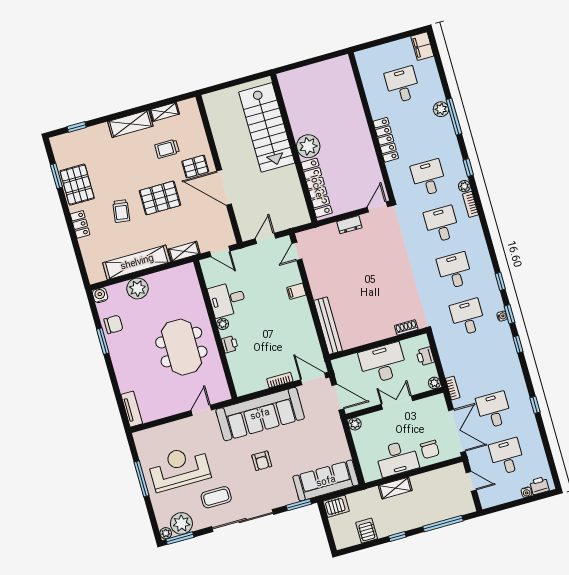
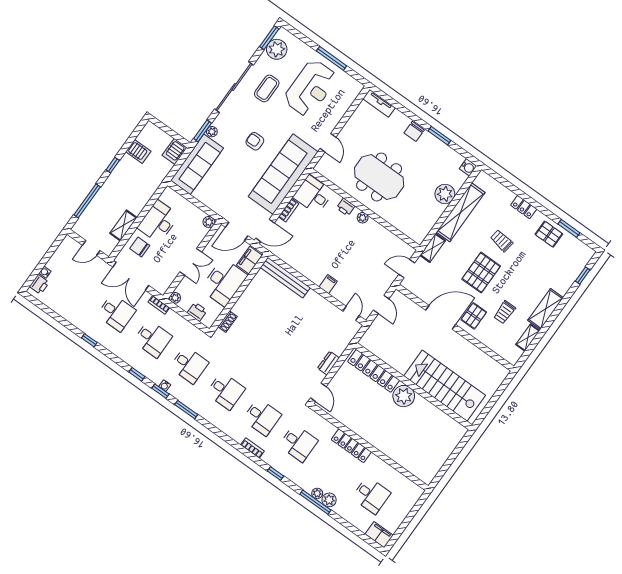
trolley: (167, 149) -> (505, 312), turned 180
pallet: (77, 185) -> (549, 234), width x0.67, depth x0.71
plant: (464, 186) -> (317, 493), moved
window: (500, 281) -> (186, 410), width x1.50
desk: (227, 299) -> (313, 195), moved, turned -90
chair: (113, 324) -> (414, 131), moved
filing cabinet: (346, 365) -> (249, 260), added
desk: (507, 456) -> (153, 339), moved
shelving: (395, 488) -> (123, 225), moved
plant: (166, 533) -> (212, 132), moved

